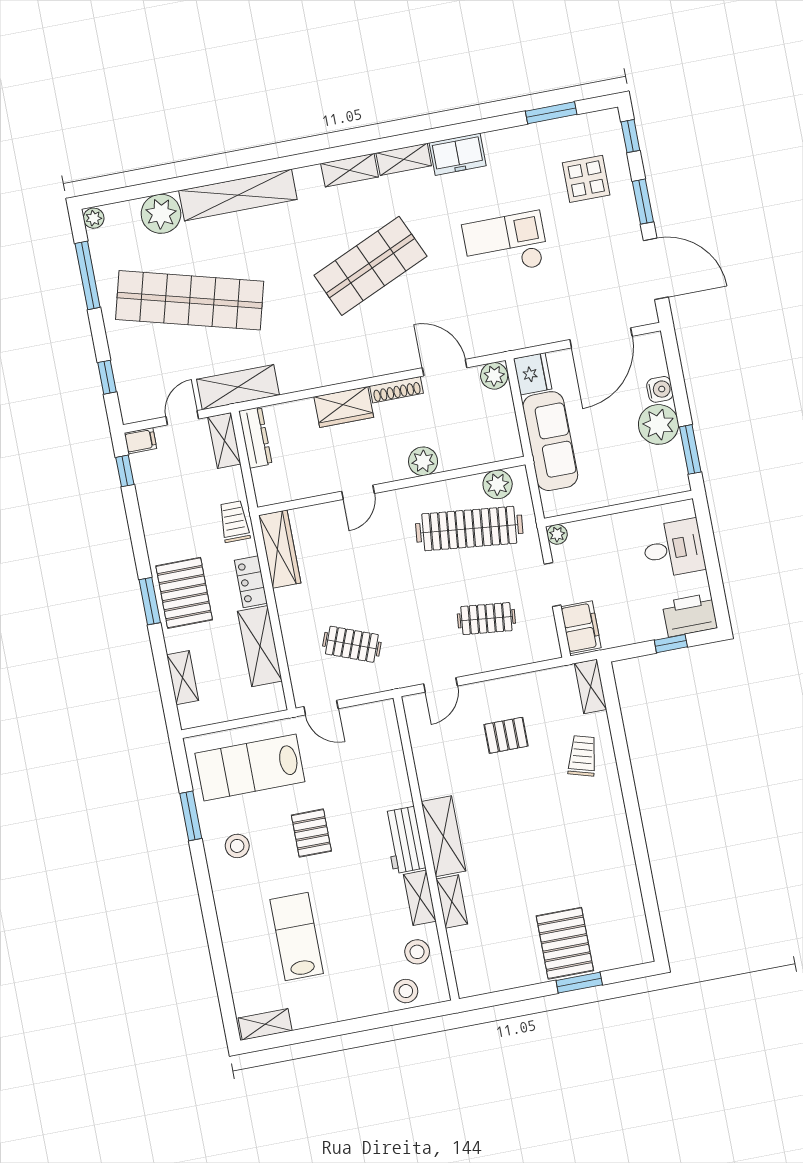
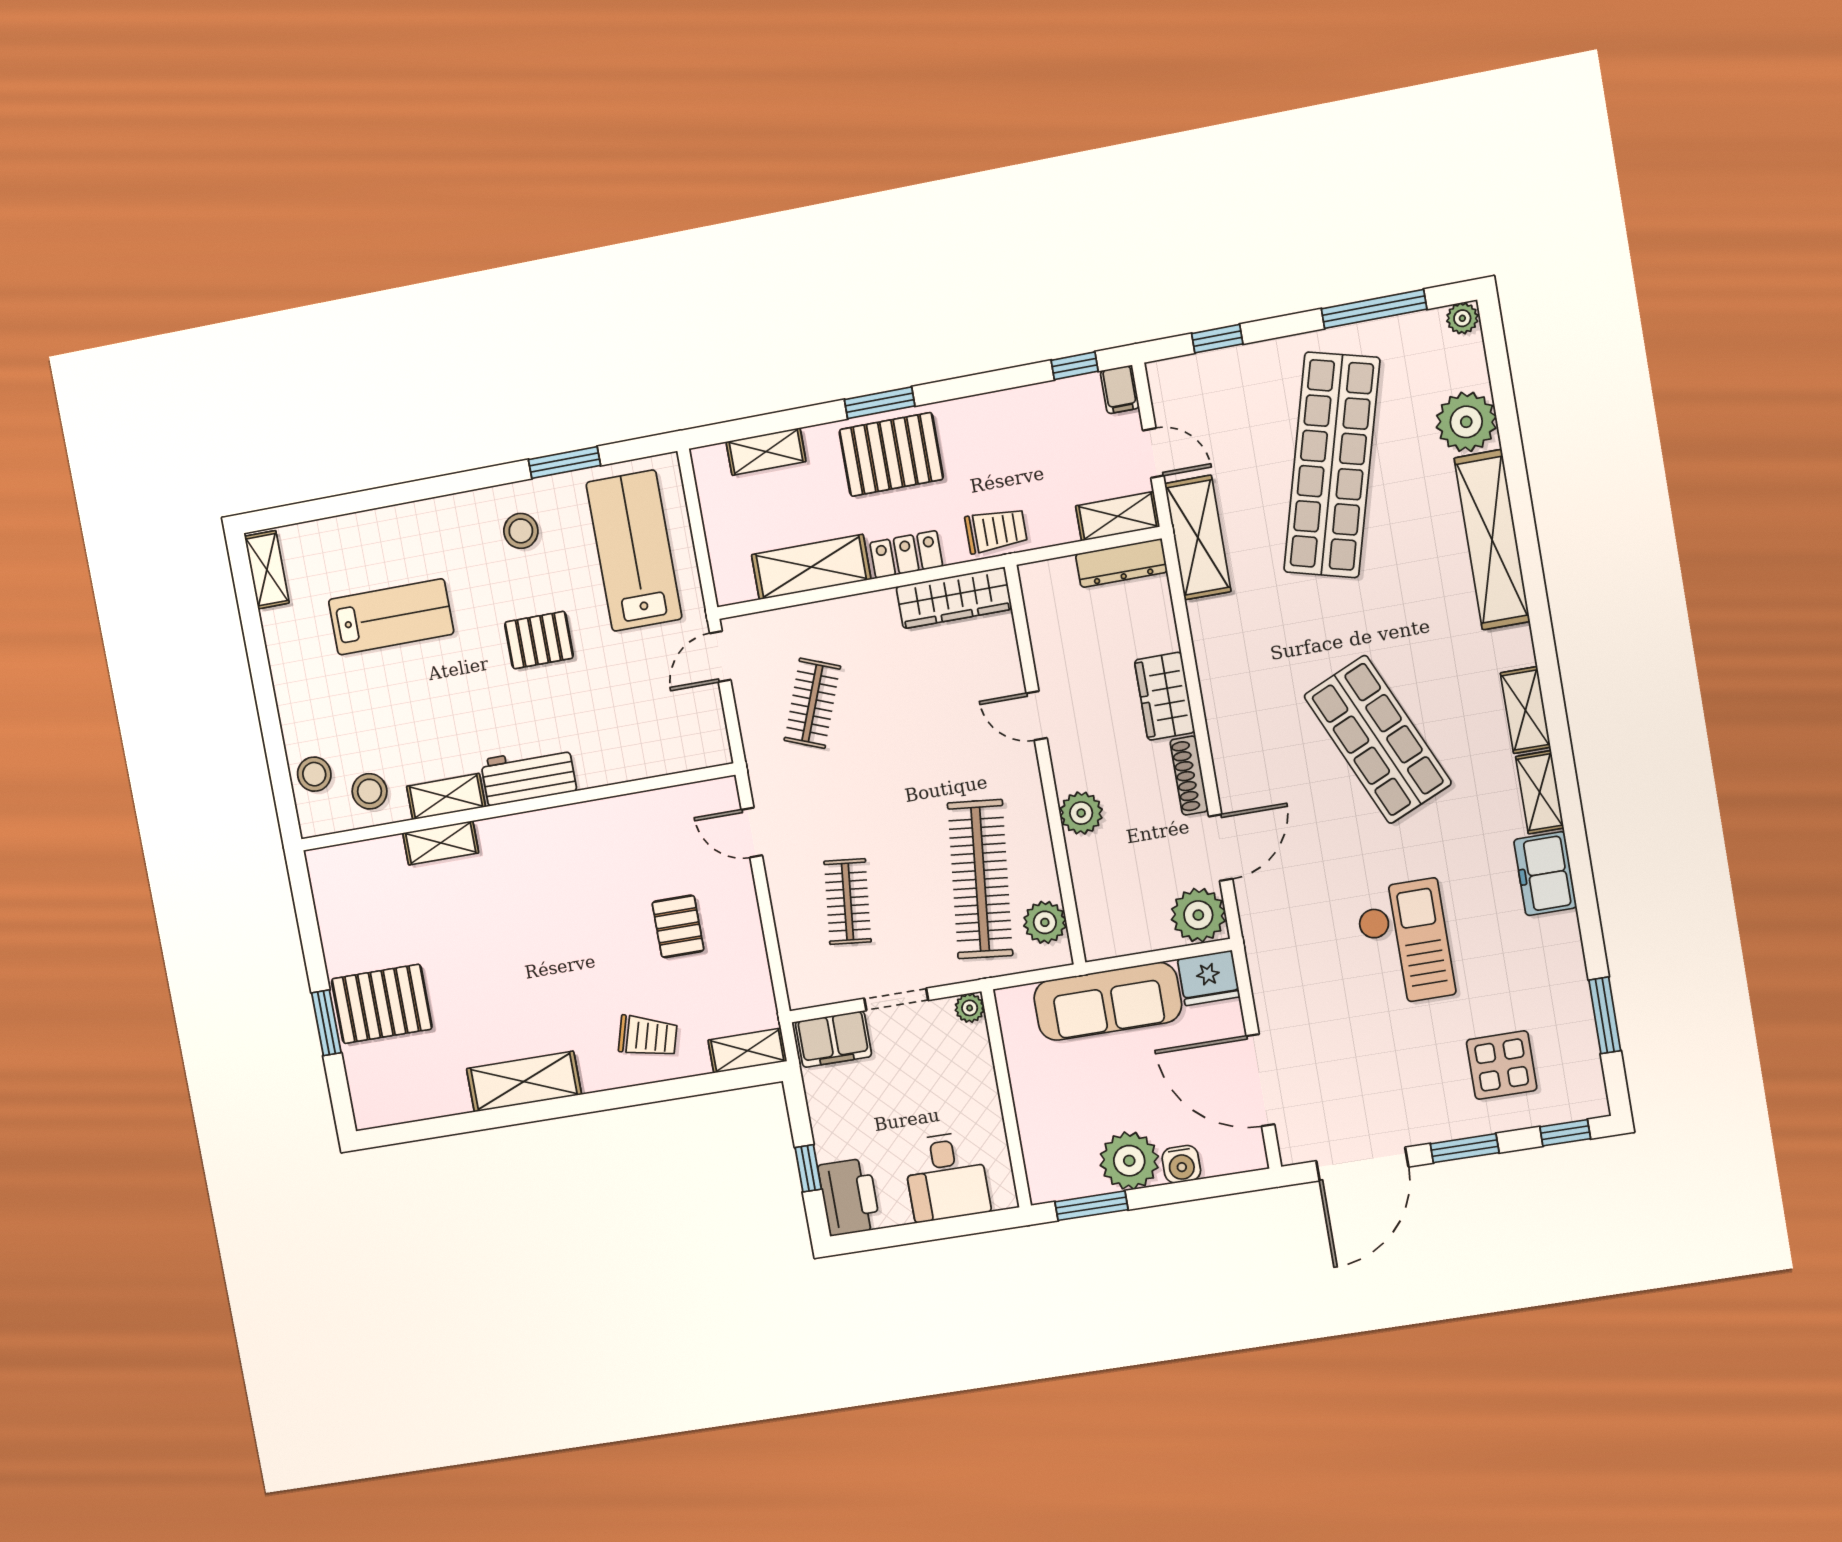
plant: (494, 376) -> (1198, 915), width x1.36, depth x1.36
shelving: (444, 836) -> (524, 1082), moved

